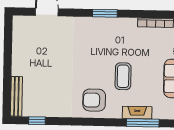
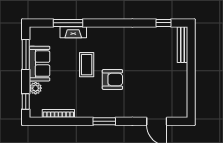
armchair: (94, 100) -> (112, 79), moved

